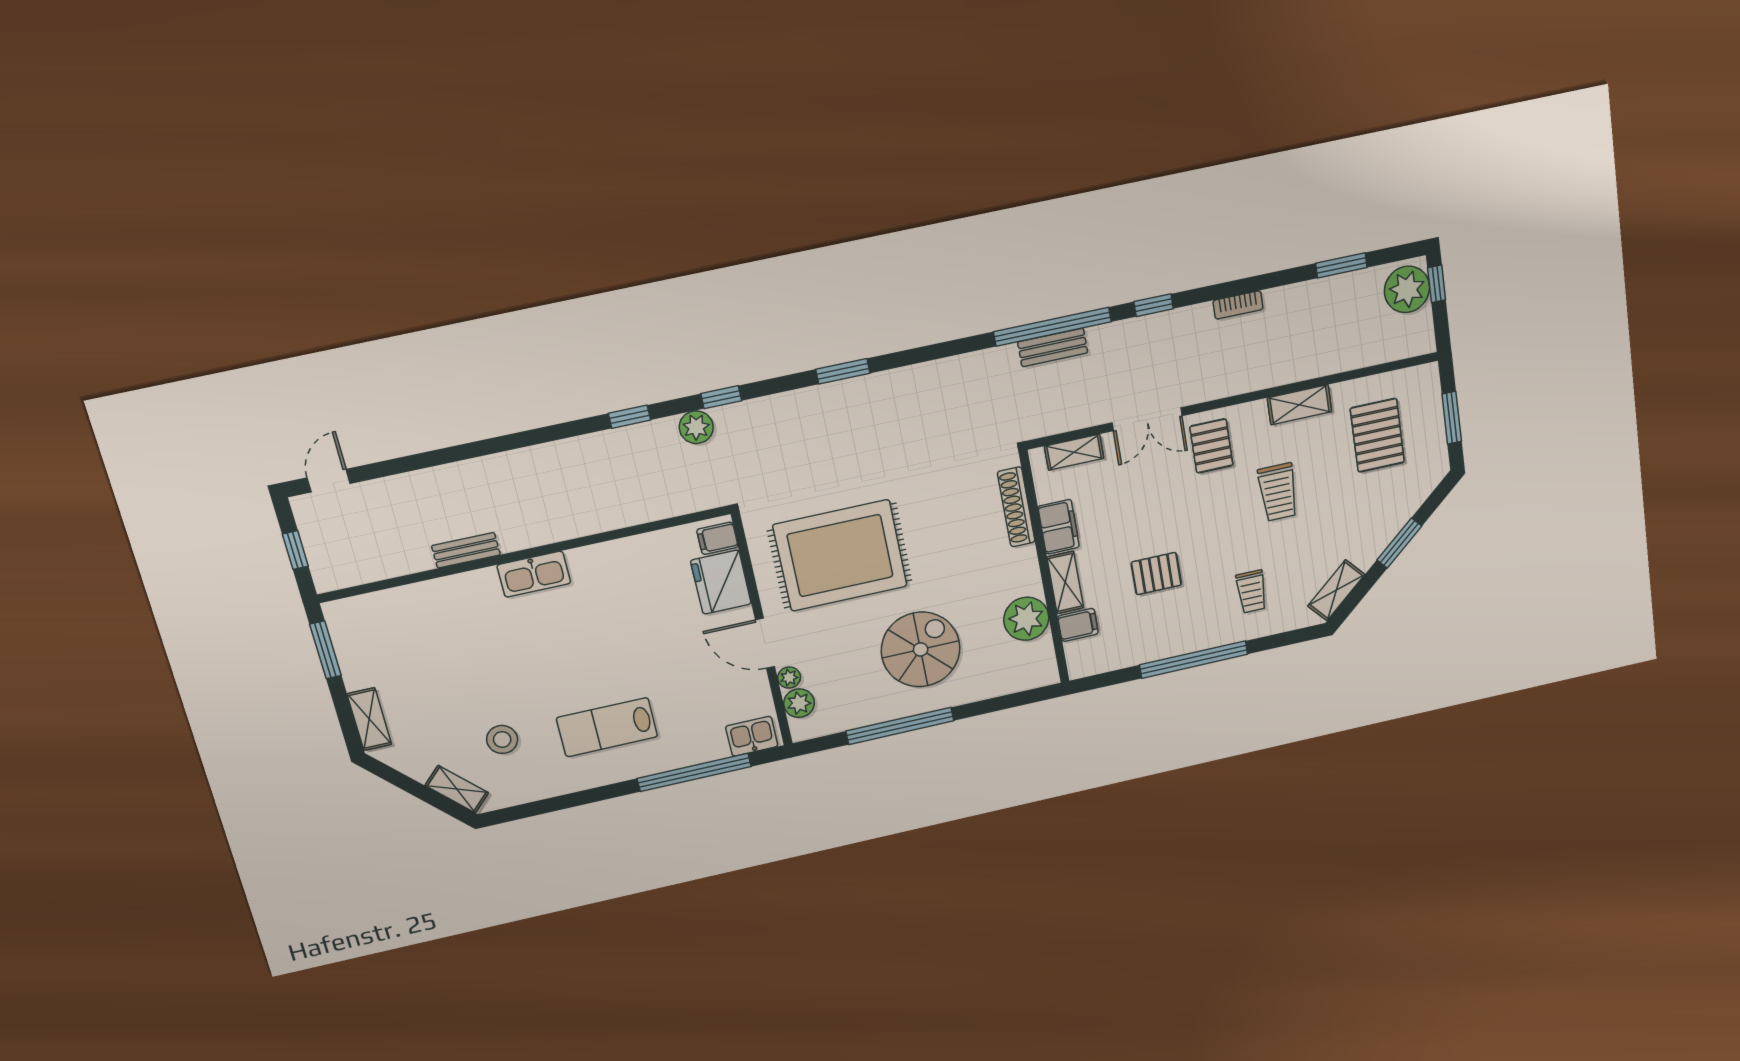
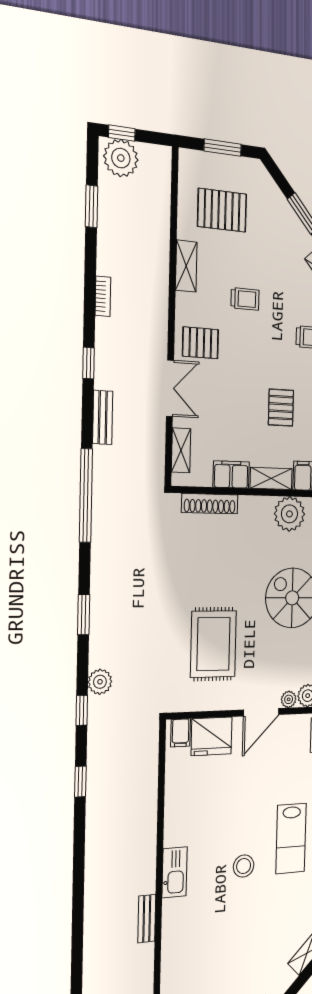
window: (1052, 327) -> (86, 496), moved
bench: (1053, 347) -> (103, 417), moved
plant: (696, 427) -> (100, 682), moved
trolley: (1278, 492) -> (245, 299), width x0.73, depth x0.72
rug: (840, 556) -> (213, 644), width x0.73, depth x0.69
stool: (502, 739) -> (244, 866), moved

